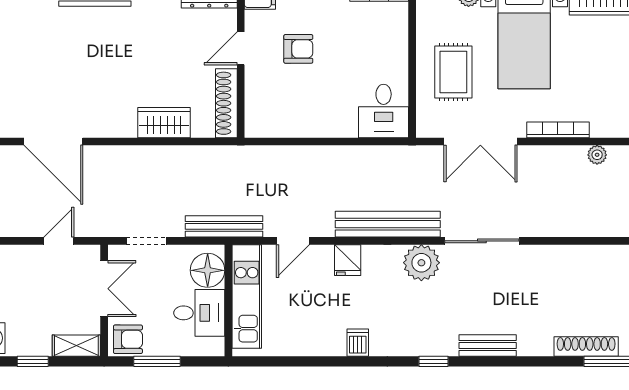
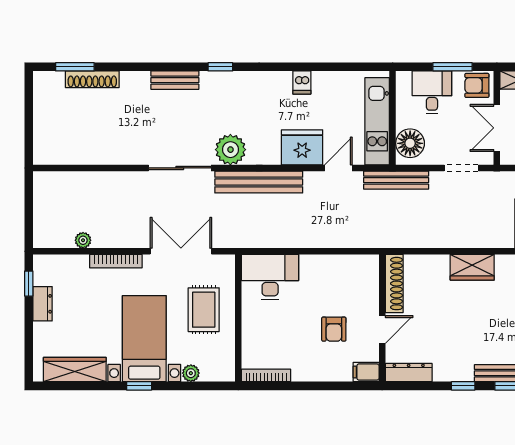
armchair: (298, 49) -> (334, 329), turned -90
desk: (384, 111) -> (270, 277), width x1.37
wardrobe: (164, 123) -> (472, 267), moved
fridge: (348, 260) -> (302, 147), width x1.88, depth x1.34
desk: (199, 313) -> (432, 92), moved, turned 90
dishwasher: (358, 343) -> (302, 83), moved

